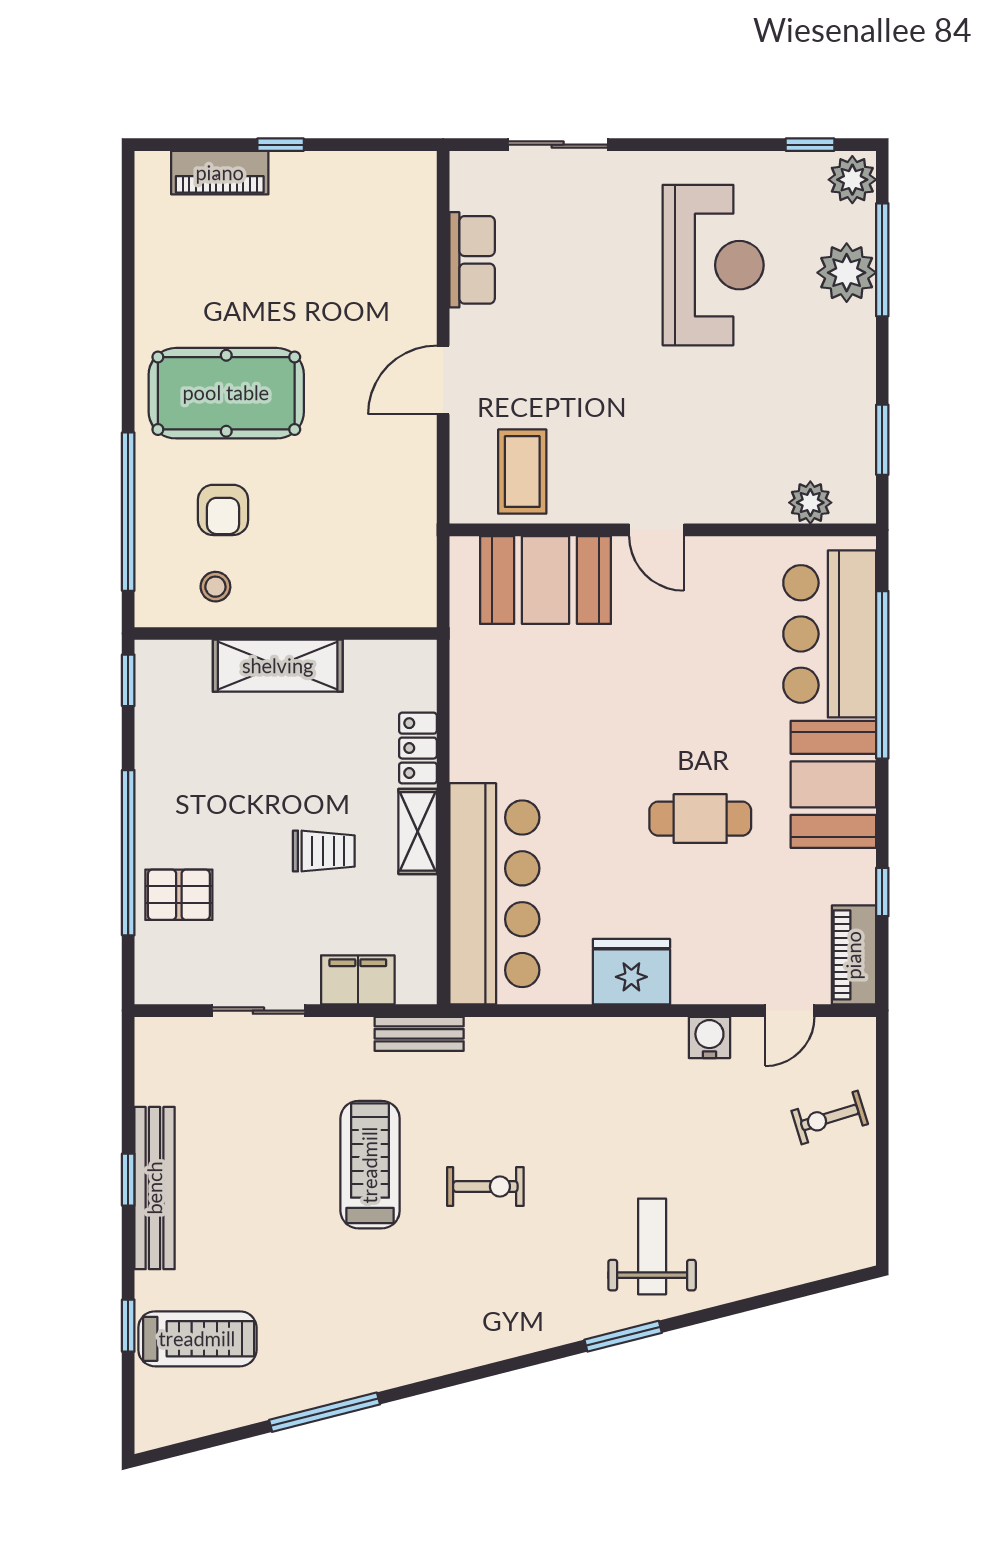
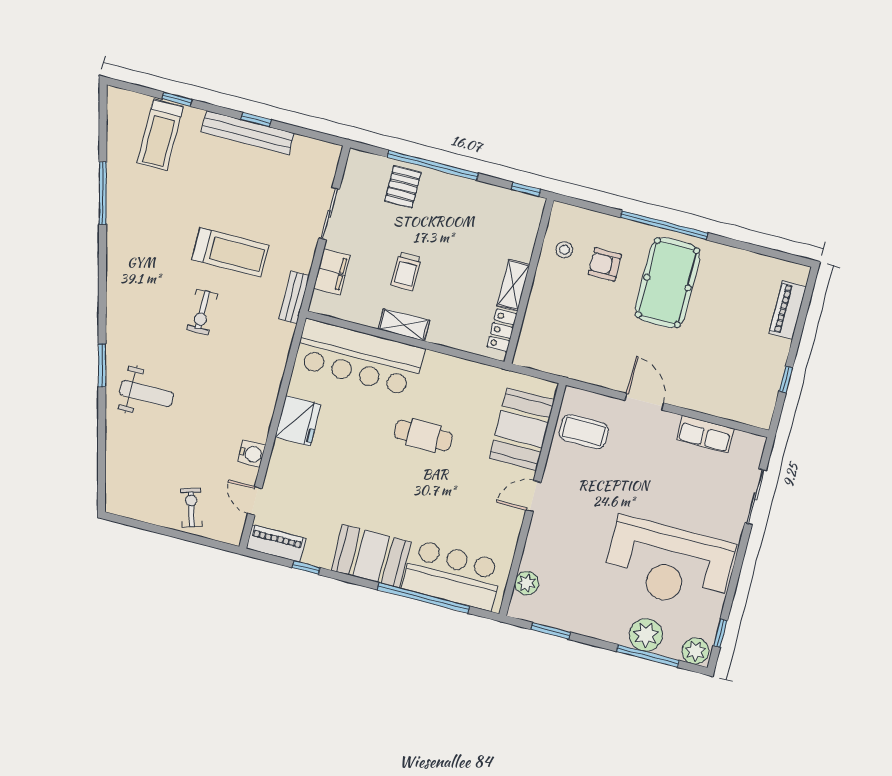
window: (281, 145) -> (786, 380), moved
reception desk: (713, 265) -> (669, 564), width x1.36, depth x1.30
window: (128, 512) -> (664, 225), moved
shelving: (278, 666) -> (513, 285), width x0.67, depth x0.75
locker: (418, 748) -> (502, 330), moved, turned -90
cafe table: (700, 819) -> (423, 435), moved, turned 90

